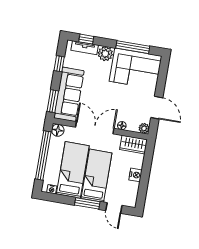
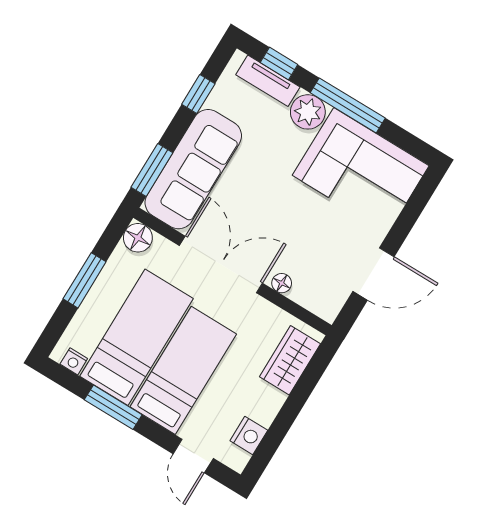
window: (133, 47) -> (348, 105), moved
door: (157, 108) -> (373, 274), hinge flipped
plant: (144, 128) -> (328, 308), removed
wardrobe: (133, 145) -> (290, 360), moved, turned 90
window: (43, 155) -> (85, 280), width x0.47
nightstand: (135, 175) -> (249, 435), moved
window: (87, 203) -> (113, 407), moved

